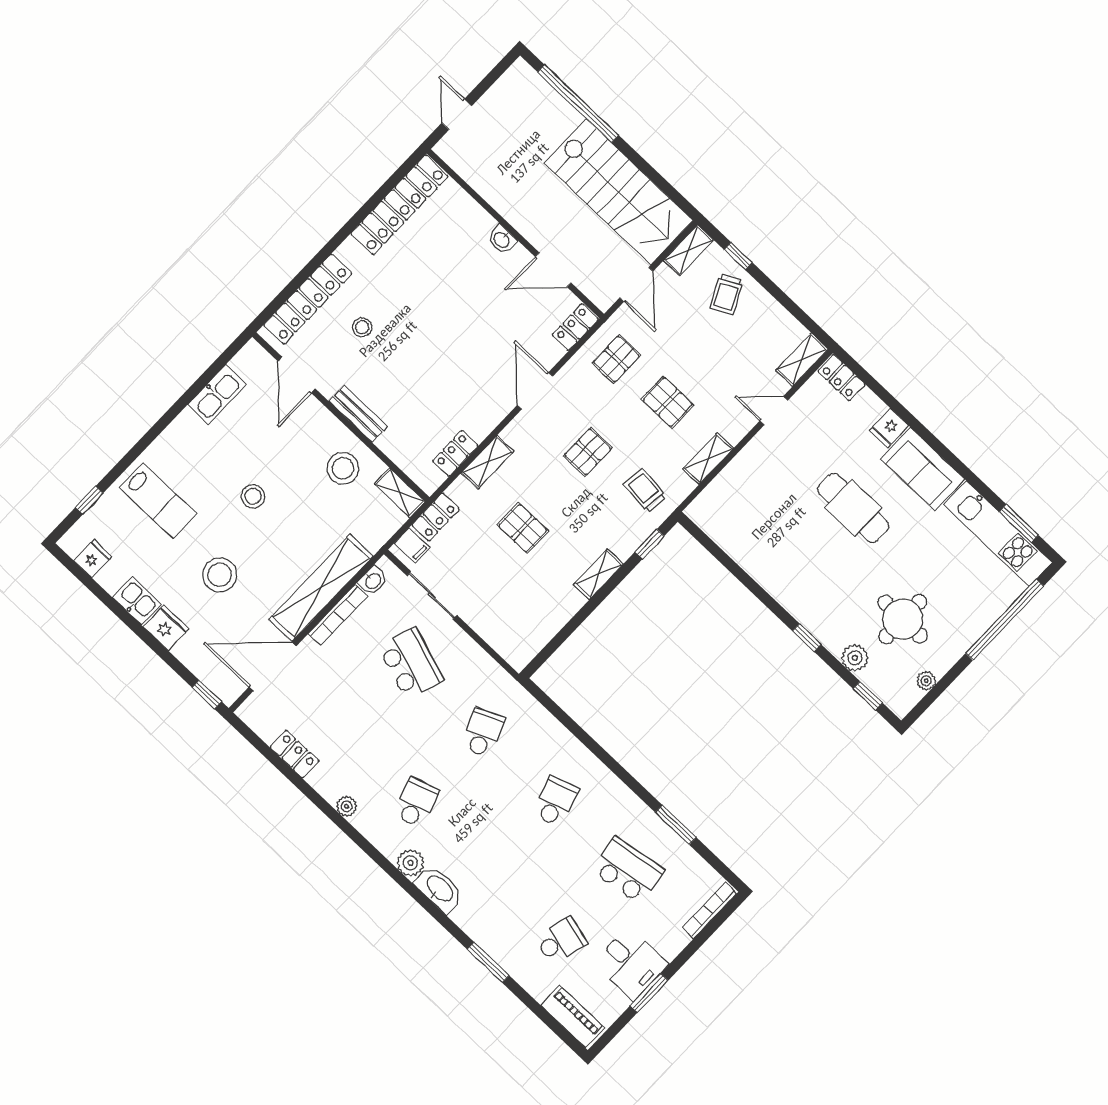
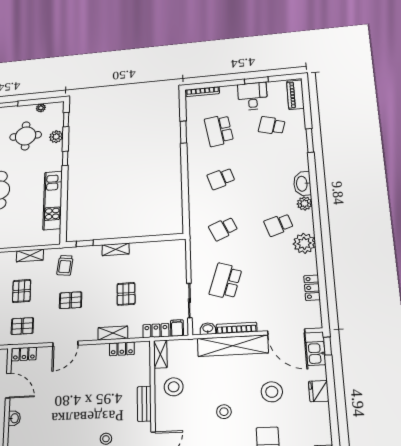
kitchen unit: (759, 562) -> (53, 200), added
kitchen sink: (137, 601) -> (316, 353), moved
plant: (347, 806) -> (304, 243), width x1.88, depth x1.88

